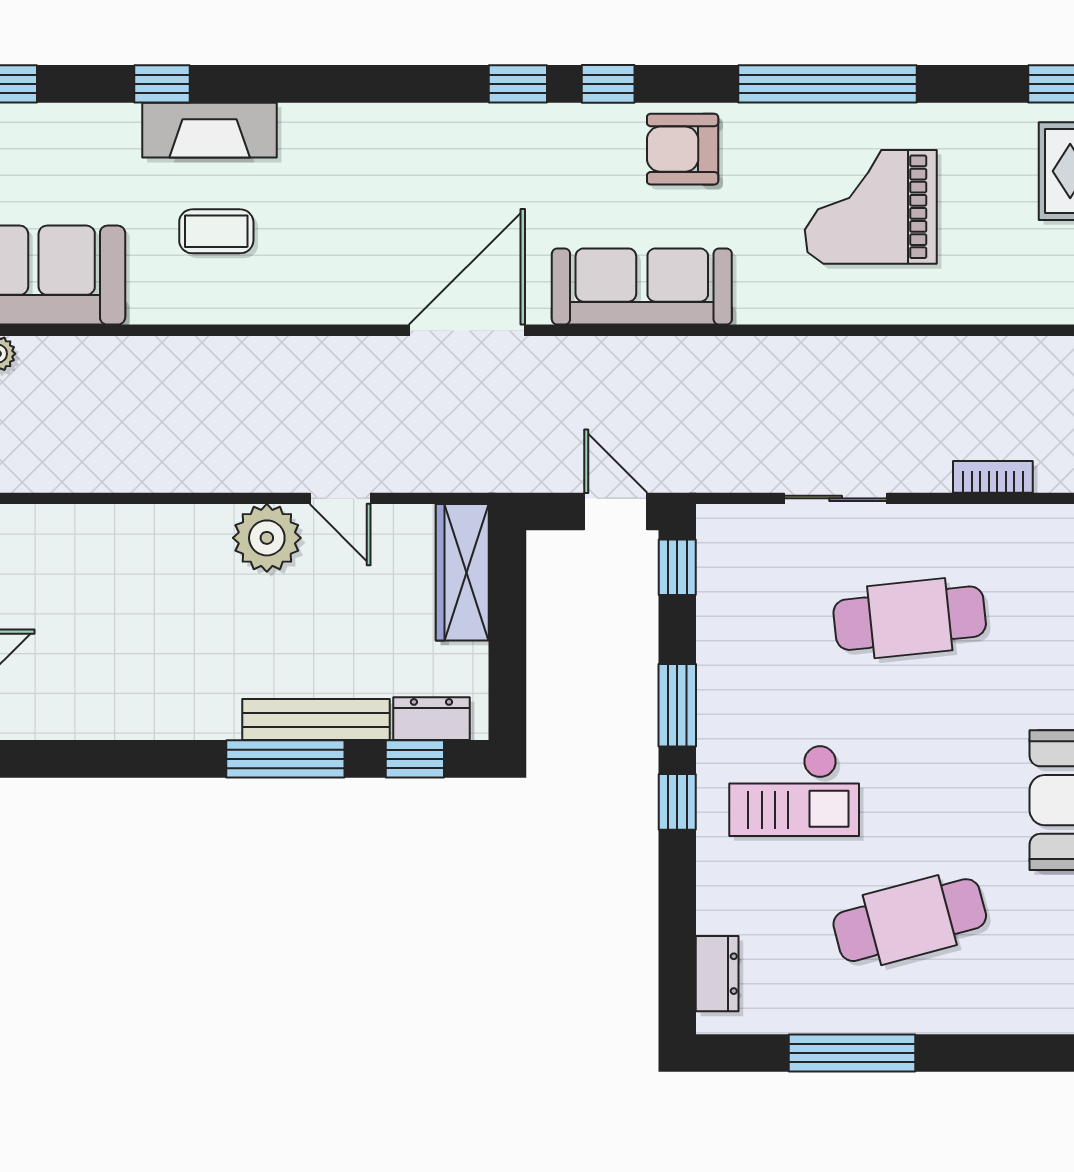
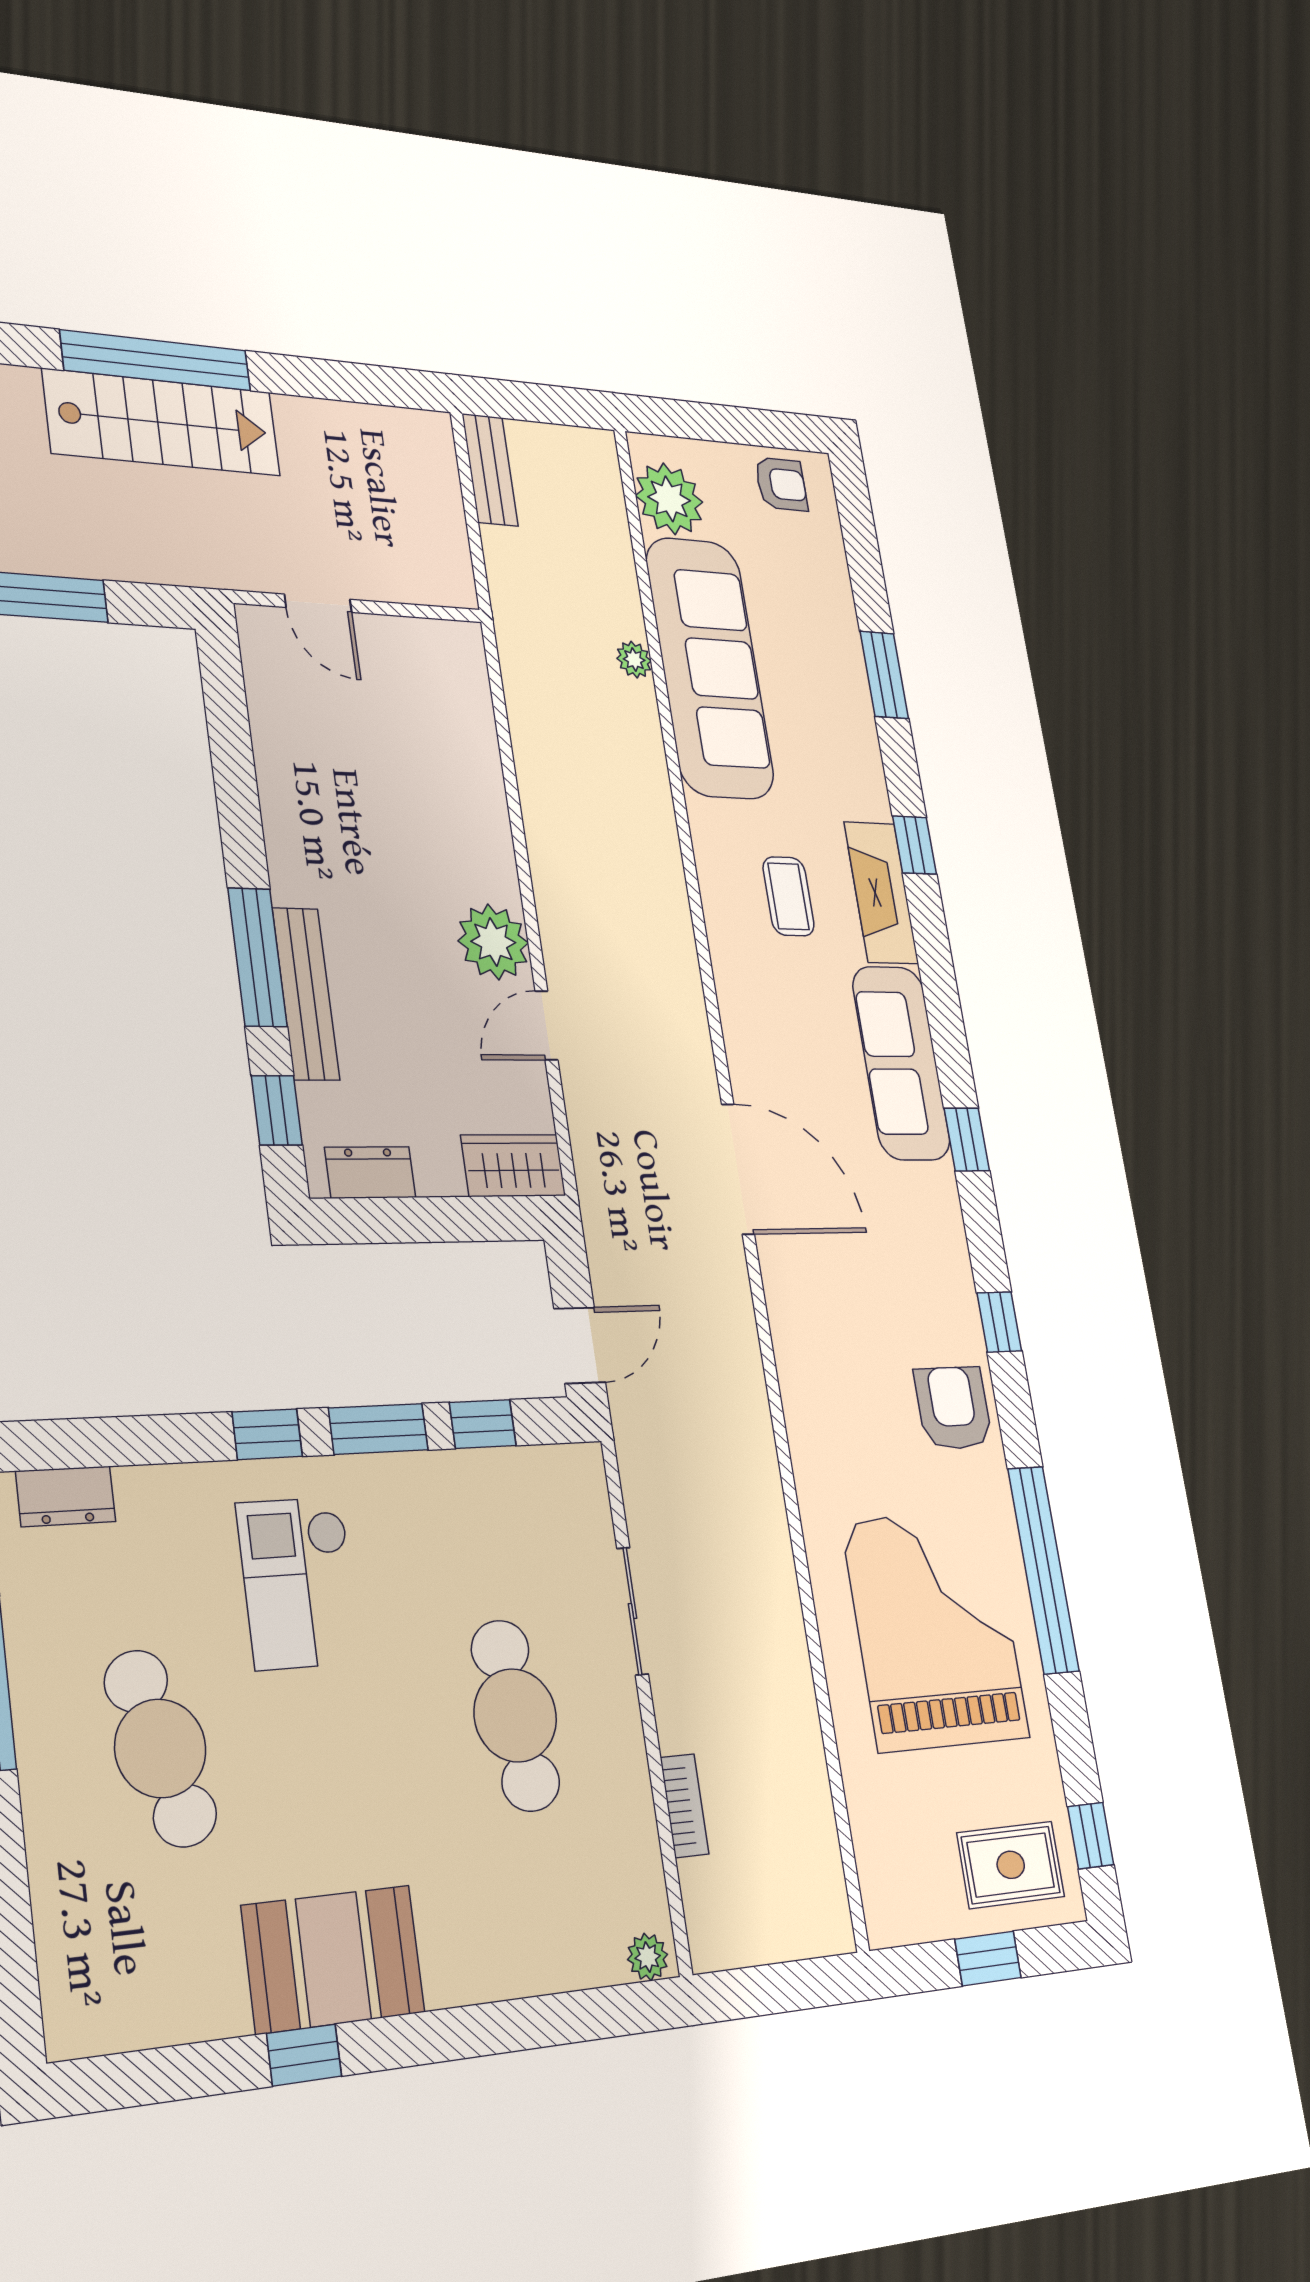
window: (518, 84) -> (967, 1139), moved
grand piano: (871, 207) -> (935, 1629), width x1.37, depth x1.48
sofa: (642, 287) -> (901, 1063), moved, turned 180
window: (677, 567) -> (483, 1424), moved
wardrobe: (462, 572) -> (513, 1165), width x0.67
dresser: (431, 719) -> (370, 1172), moved, turned -90

